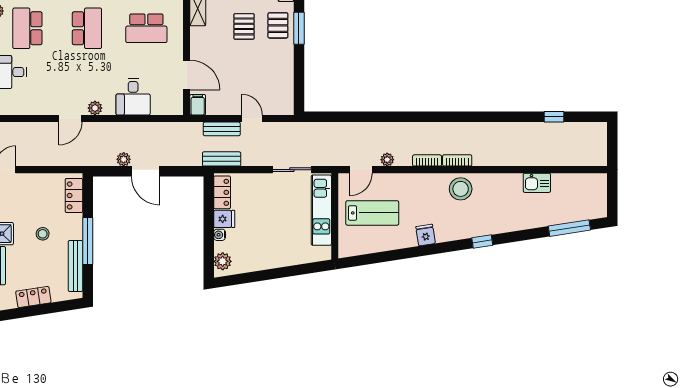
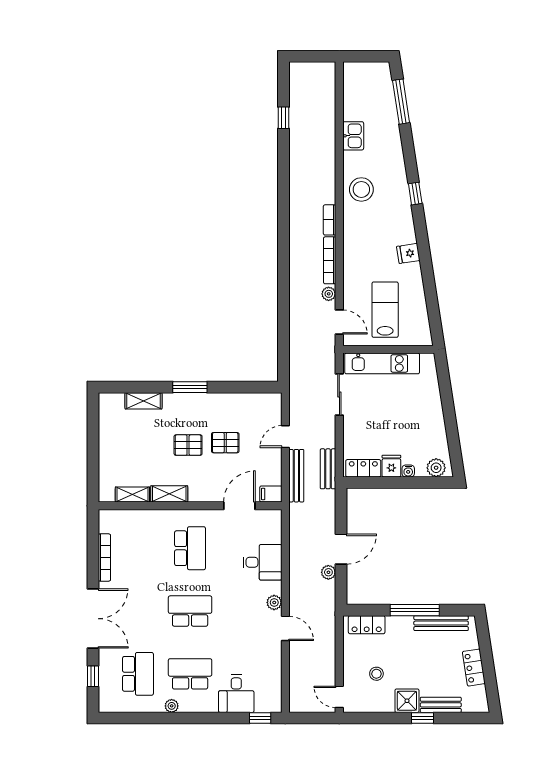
pallet: (278, 25) -> (225, 443), moved
school desk: (27, 28) -> (190, 674), turned 180
bench: (222, 129) -> (296, 476), width x1.36
bookcase: (427, 160) -> (330, 260), width x1.56
stool: (461, 189) -> (361, 189), moved
stool: (43, 234) -> (376, 674), moved

